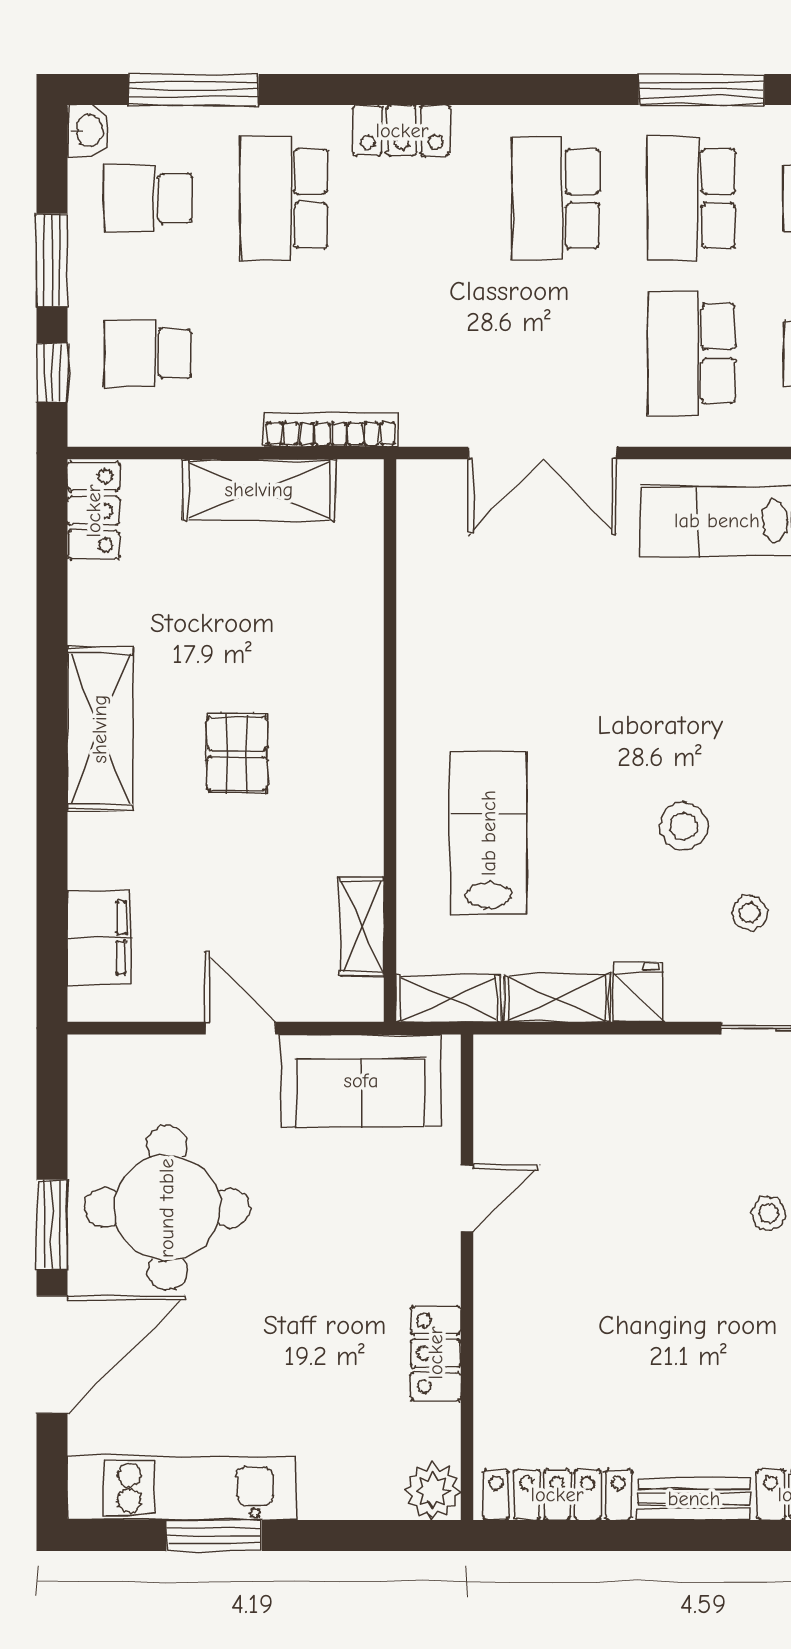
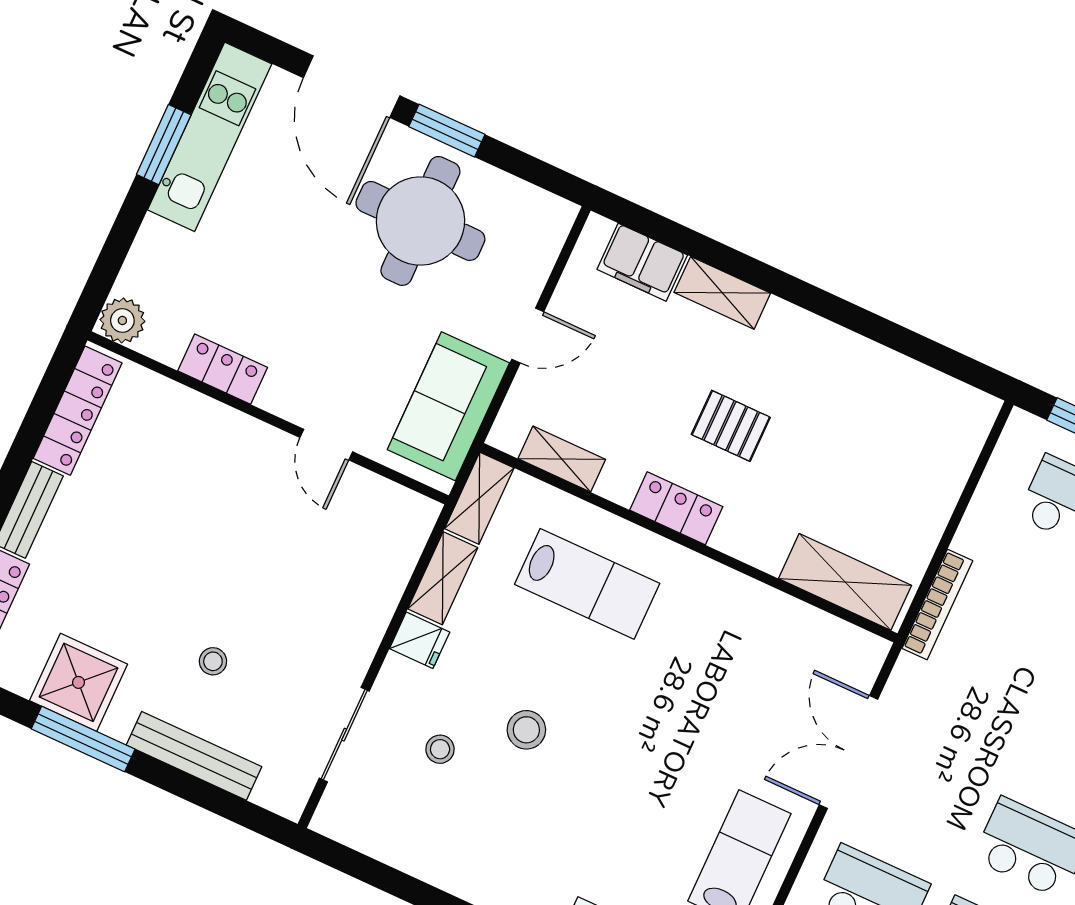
shelving: (259, 490) -> (845, 582), moved, turned 90
locker: (94, 511) -> (676, 508), moved, turned 180
shelving: (100, 729) -> (722, 293), moved, width x0.67, depth x0.75

